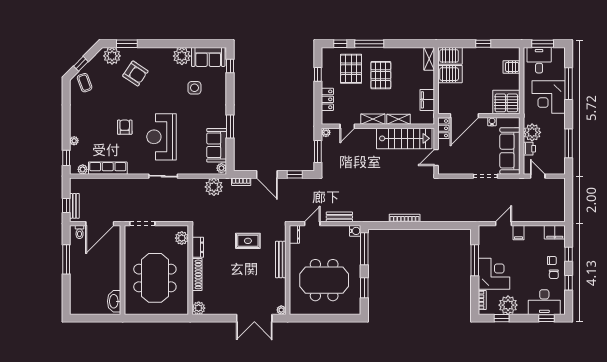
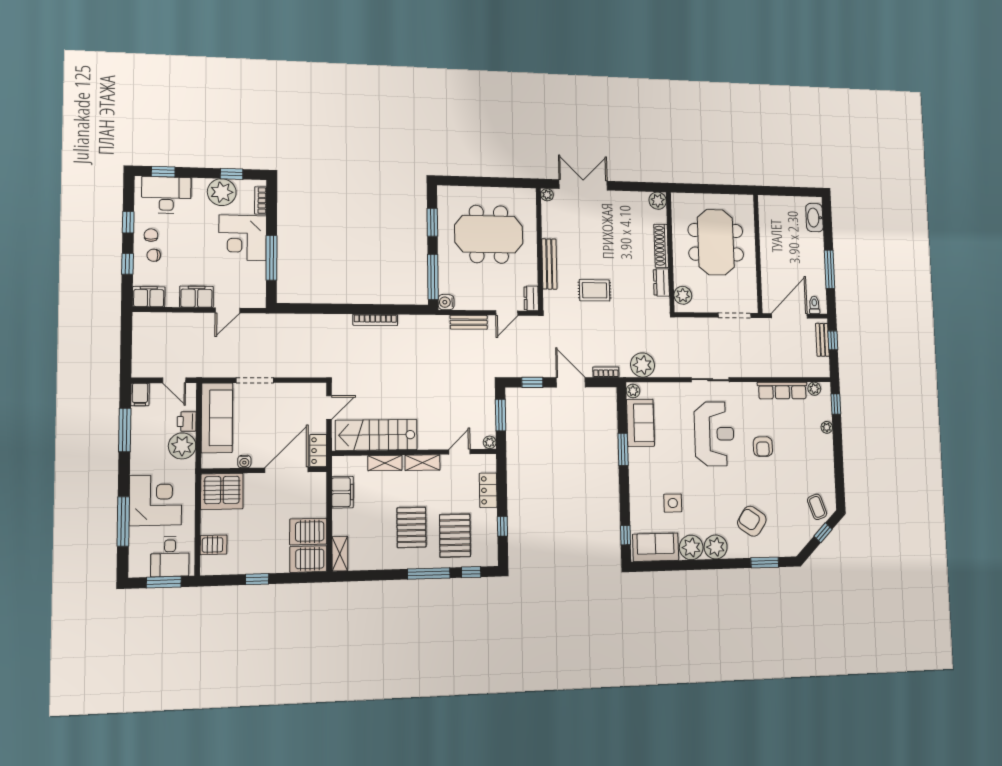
plant: (112, 56) -> (716, 547), moved
filing cabinet: (559, 167) -> (140, 394), added
filing cabinet: (519, 233) -> (196, 297), width x2.00
washbasin: (114, 301) -> (814, 218), moved, turned 180

